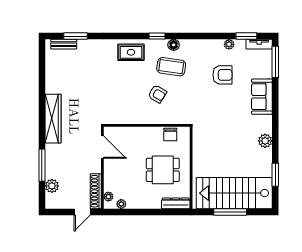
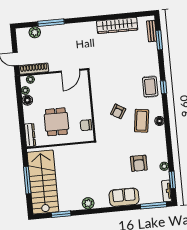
window: (157, 36) -> (164, 87), moved
wardrobe: (53, 119) -> (117, 25), moved
floor lamp: (133, 203) -> (27, 100), added

